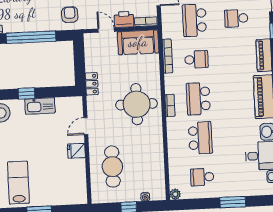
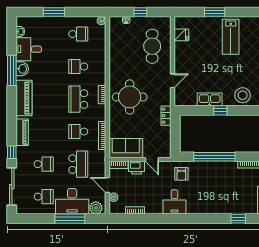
school desk: (198, 99) -> (78, 99), turned 180
school desk: (200, 138) -> (78, 67), width x0.54
fridge: (76, 151) -> (181, 35), moved

